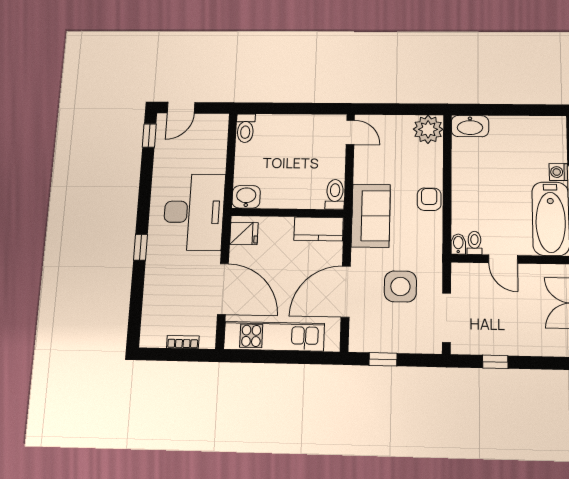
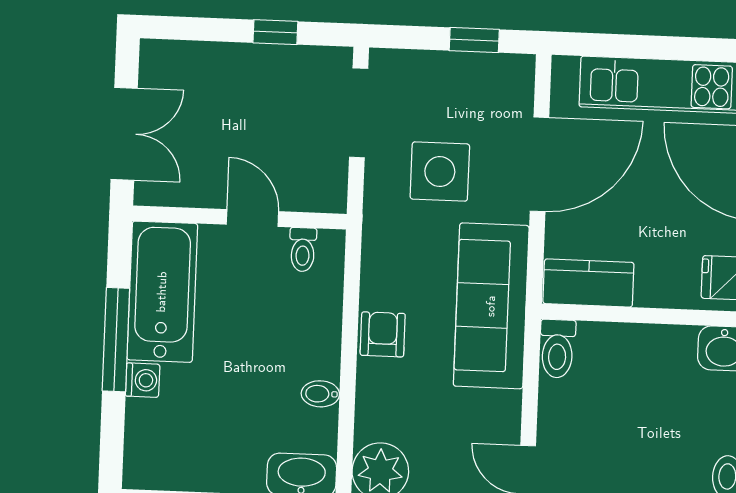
armchair: (429, 199) -> (383, 334), turned 180
sofa: (371, 216) -> (491, 306), width x1.36
bidet: (458, 244) -> (320, 394), moved, turned 90

